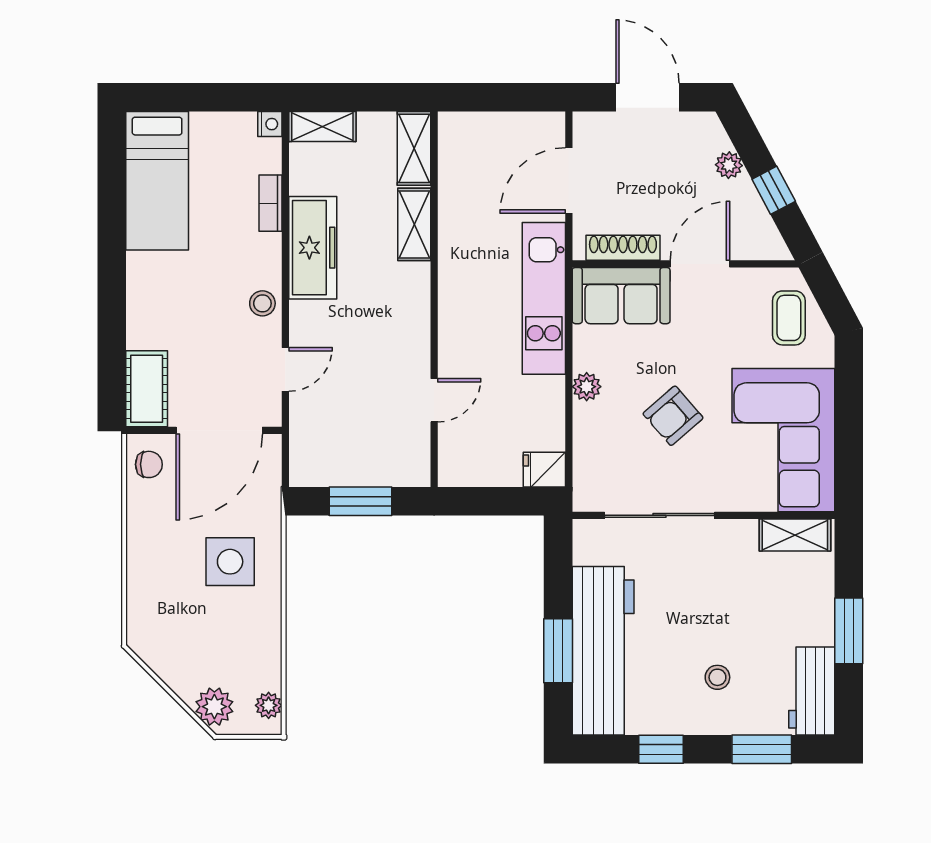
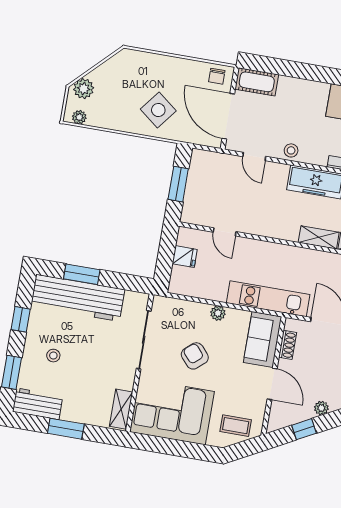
shoe rack: (623, 248) -> (288, 345), width x0.70
fridge: (544, 470) -> (185, 257), moved, turned 90
side table: (230, 562) -> (158, 110), turned 38

